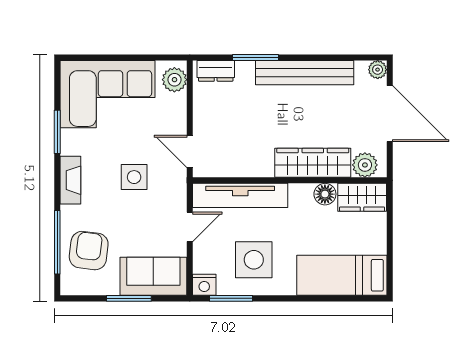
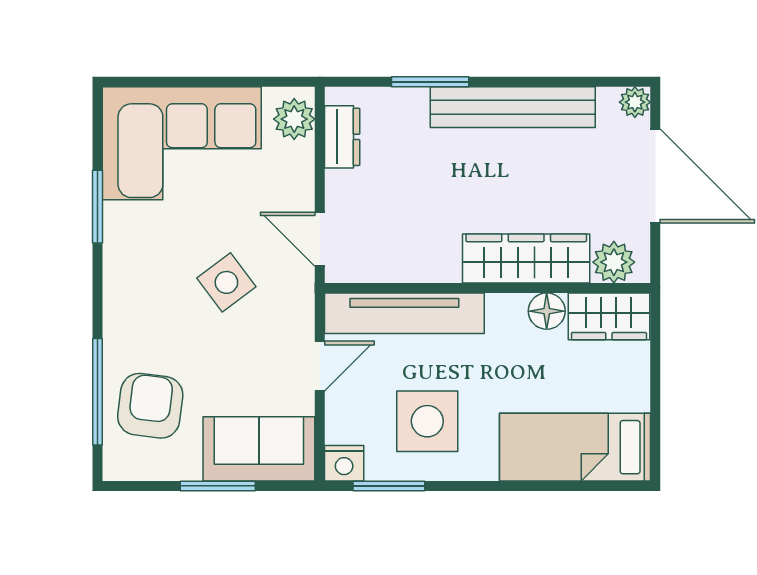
dresser: (216, 71) -> (342, 137), moved, turned -90
side table: (134, 177) -> (226, 282), turned -37
fireplace: (70, 180) -> (119, 288), removed

